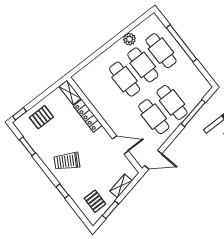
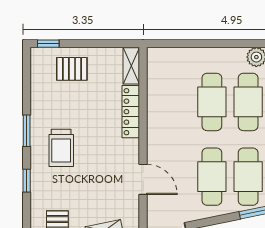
window: (27, 146) -> (27, 131), moved
trolley: (67, 161) -> (61, 148), turned -120

